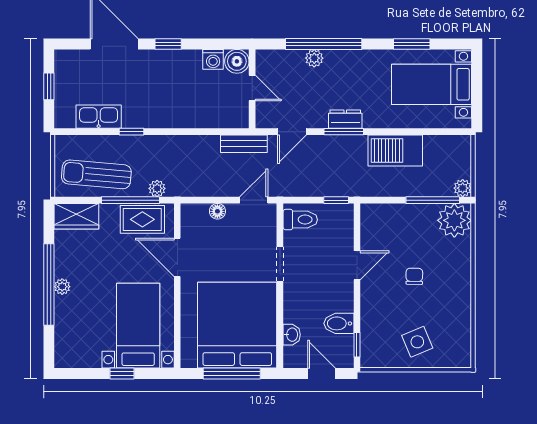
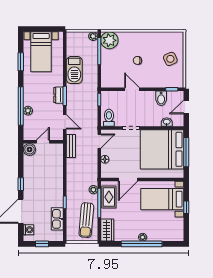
washing machine: (213, 59) -> (29, 230), moved
door: (254, 200) -> (99, 141), swing flipped

